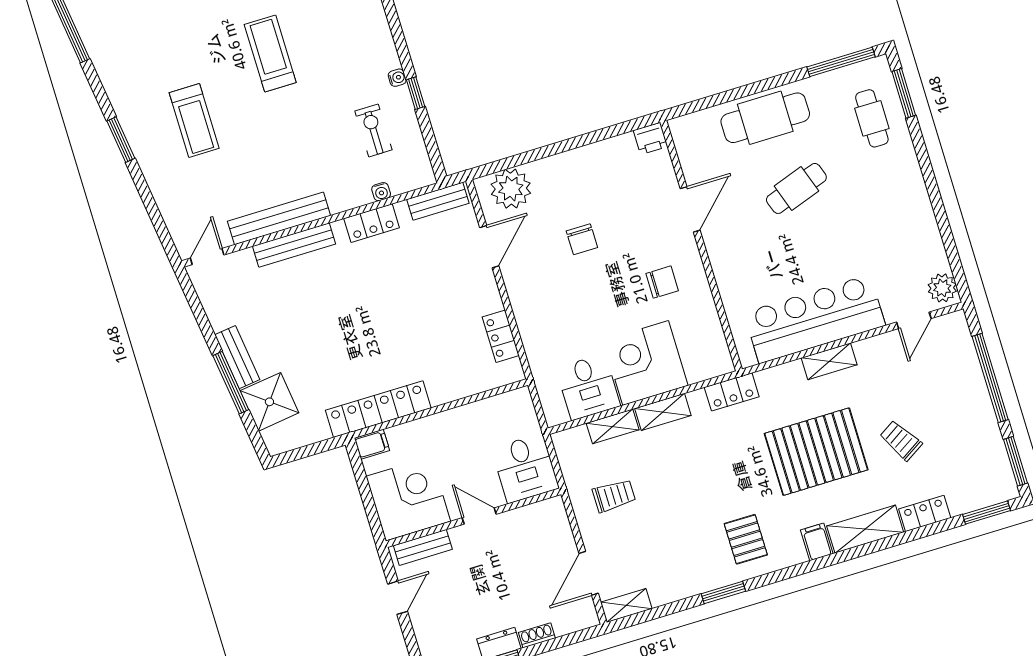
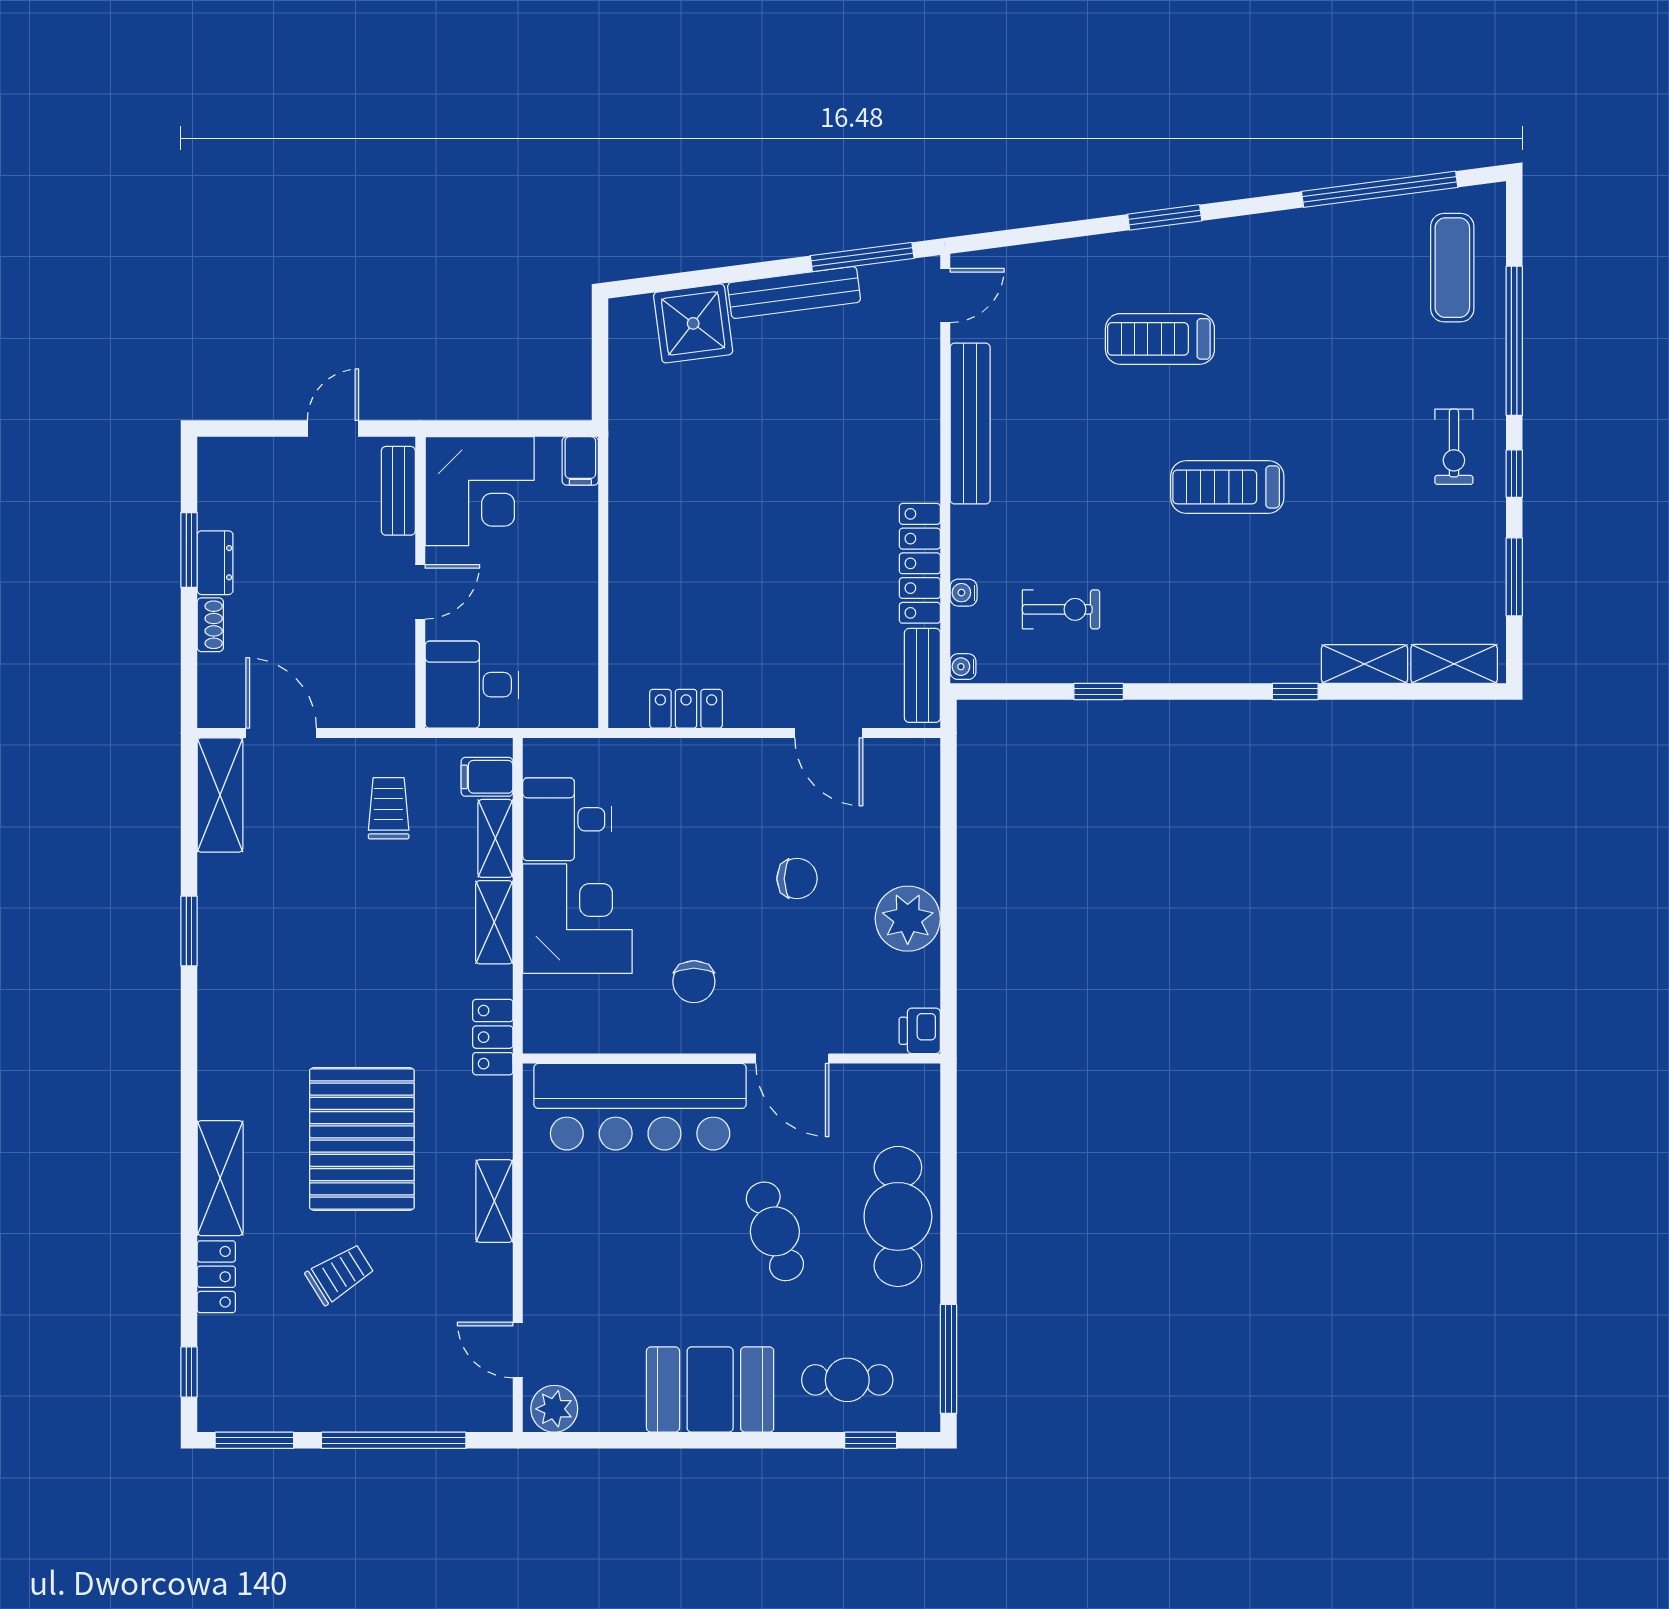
treadmill: (270, 54) -> (1227, 487), turned 180
water cooler: (397, 78) -> (963, 667), moved, turned 90
window: (904, 93) -> (871, 1440), width x0.67
plant: (511, 189) -> (908, 919), moved
booth: (903, 198) -> (710, 1389), added
locker: (372, 223) -> (920, 563), width x1.53
chair: (582, 239) -> (797, 879), turned 180
bench: (294, 245) -> (922, 434), removed
door: (207, 256) -> (945, 296), hinge flipped
bar counter: (815, 319) -> (640, 1107), moved, turned 90
bench: (237, 357) -> (794, 293), width x1.36
window: (231, 383) -> (862, 257), moved
locker: (378, 409) -> (631, 487), removed
trolley: (614, 496) -> (389, 808), turned 180
window: (987, 513) -> (189, 1372), width x0.67
pallet: (746, 539) -> (260, 990), removed
filing cabinet: (817, 542) -> (487, 777), moved, turned 180
door: (398, 598) -> (333, 429), swing flipped
shelving: (626, 605) -> (220, 795), width x1.50, depth x1.33

